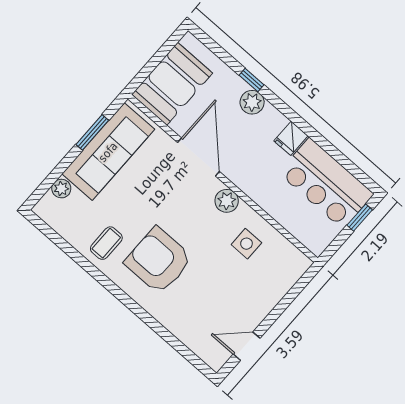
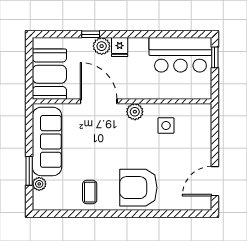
window: (92, 132) -> (29, 171), moved
fridge: (291, 138) -> (120, 47), moved
armchair: (158, 260) -> (138, 188), moved
door: (247, 346) -> (215, 181), width x1.38

